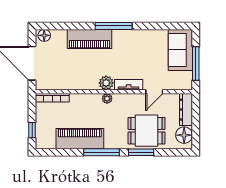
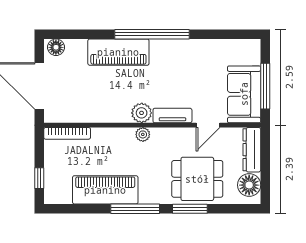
window: (114, 26) -> (152, 34), width x1.46
sofa: (180, 50) -> (244, 94), moved

